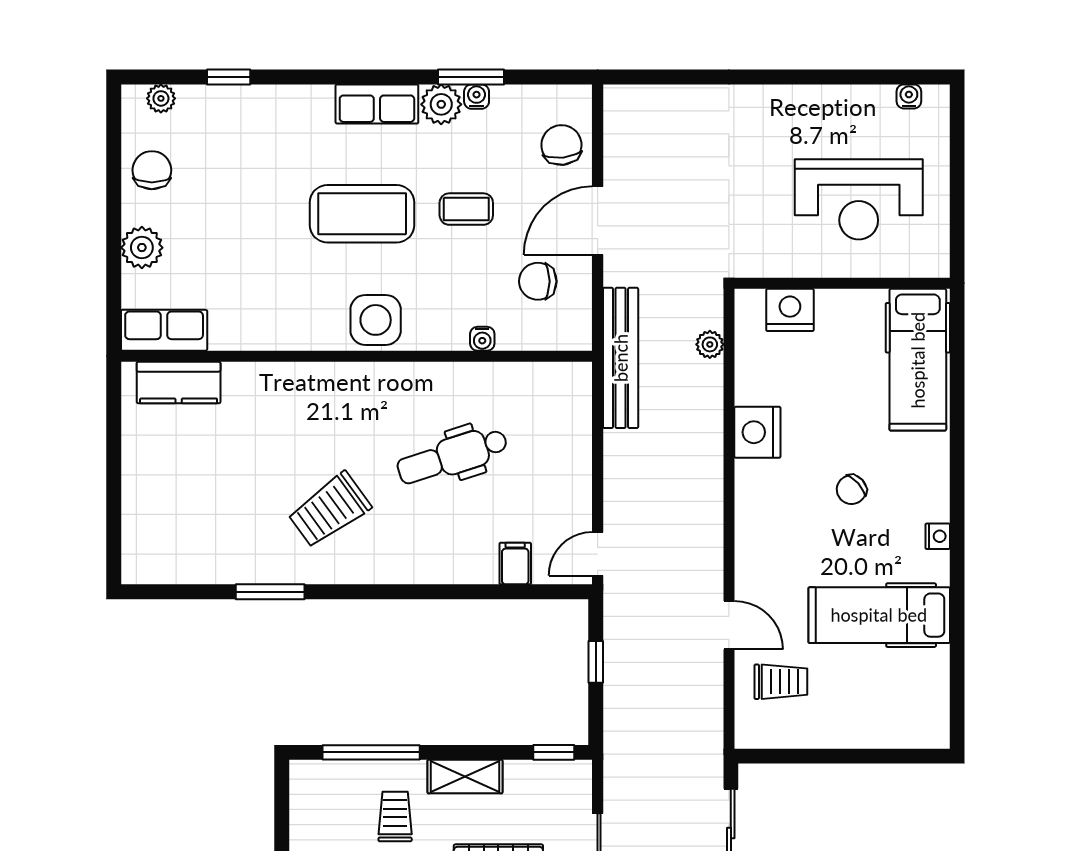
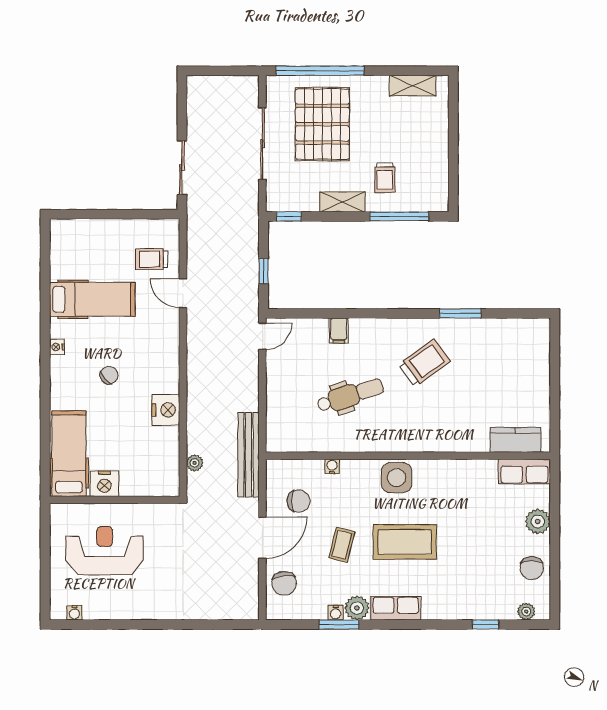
coffee table: (466, 209) -> (342, 545), turned -76
nightstand: (790, 310) -> (104, 484), moved
filing cabinet: (515, 564) -> (339, 331), moved

